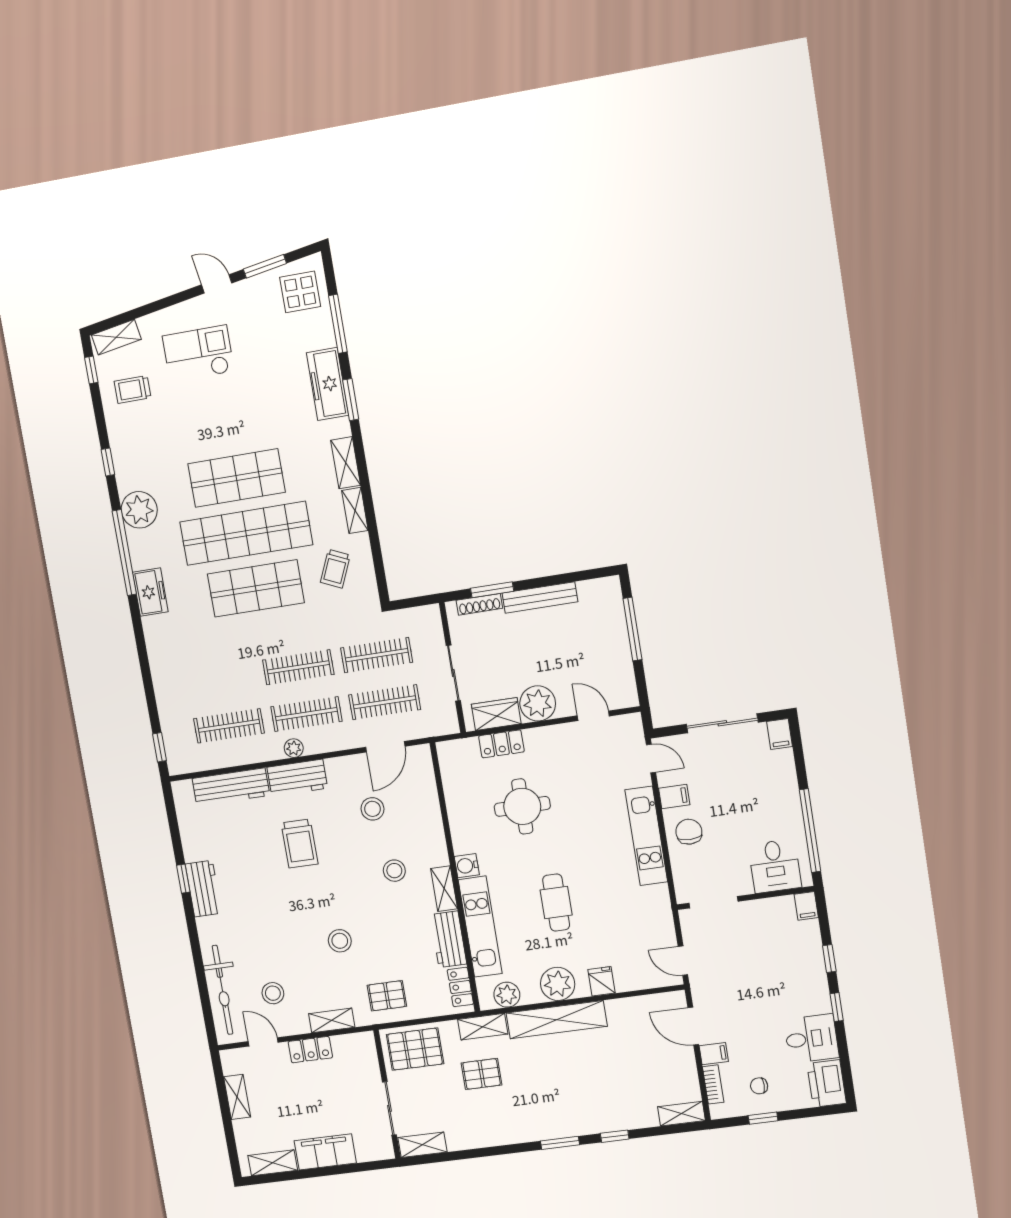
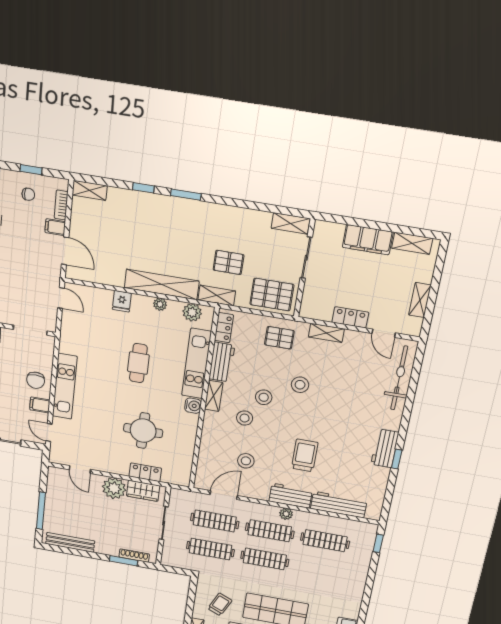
bench: (540, 597) -> (70, 542), moved
plant: (558, 984) -> (160, 304), width x0.53, depth x0.53
stool: (273, 993) -> (264, 397), moved

